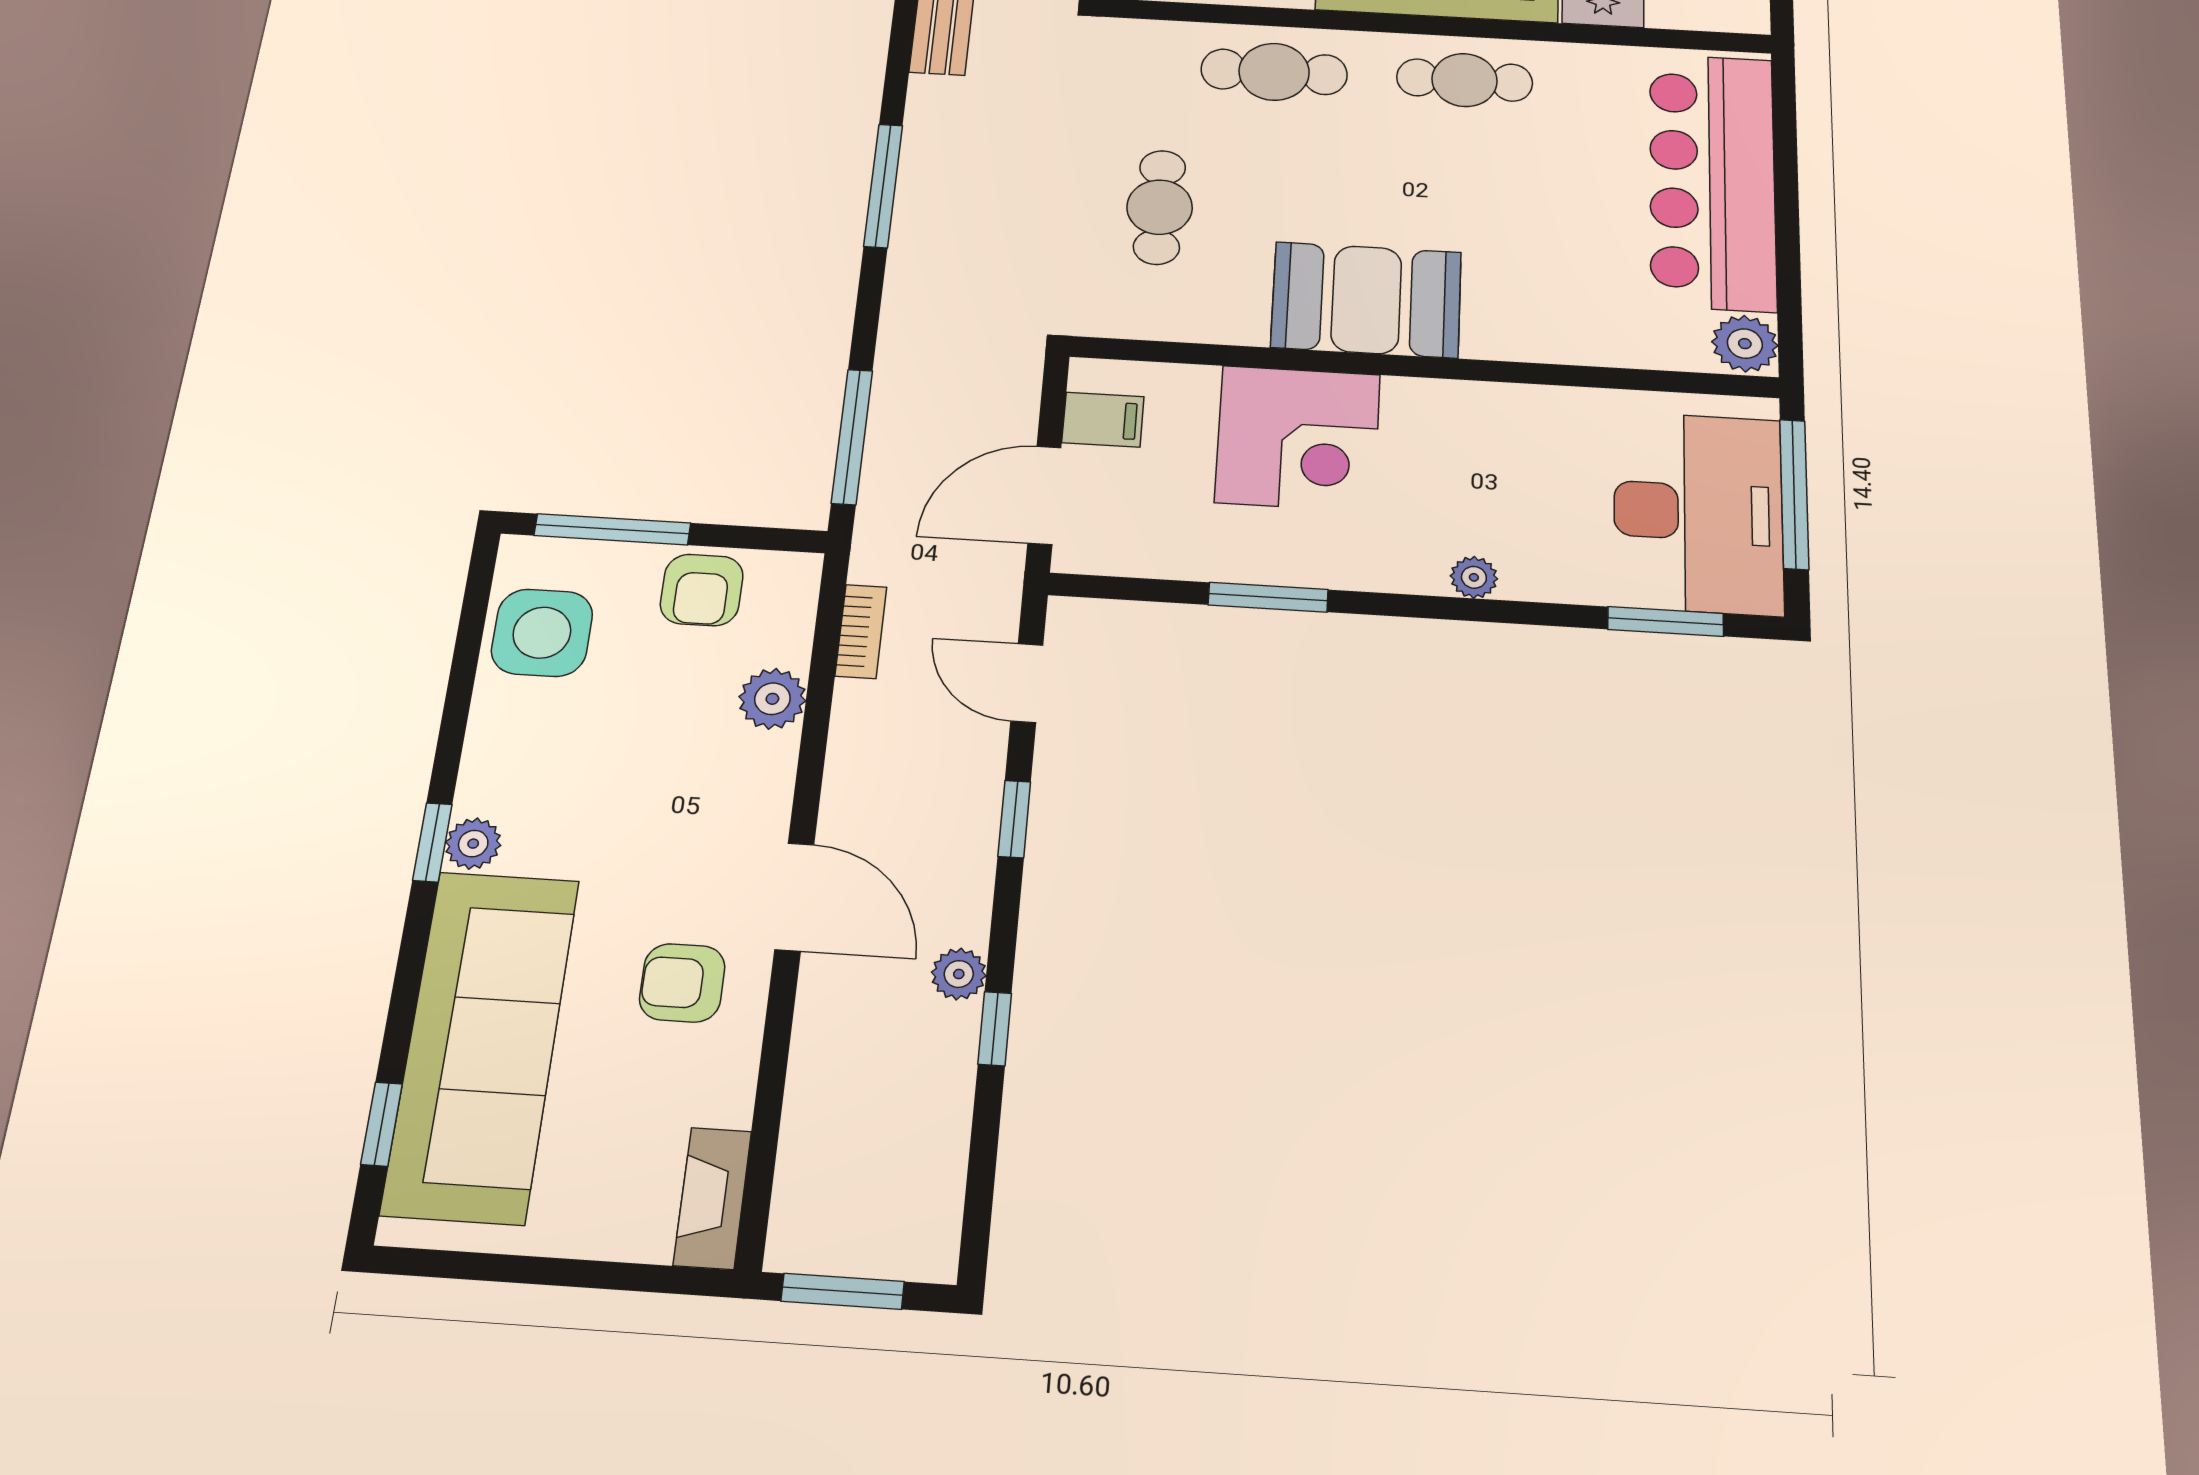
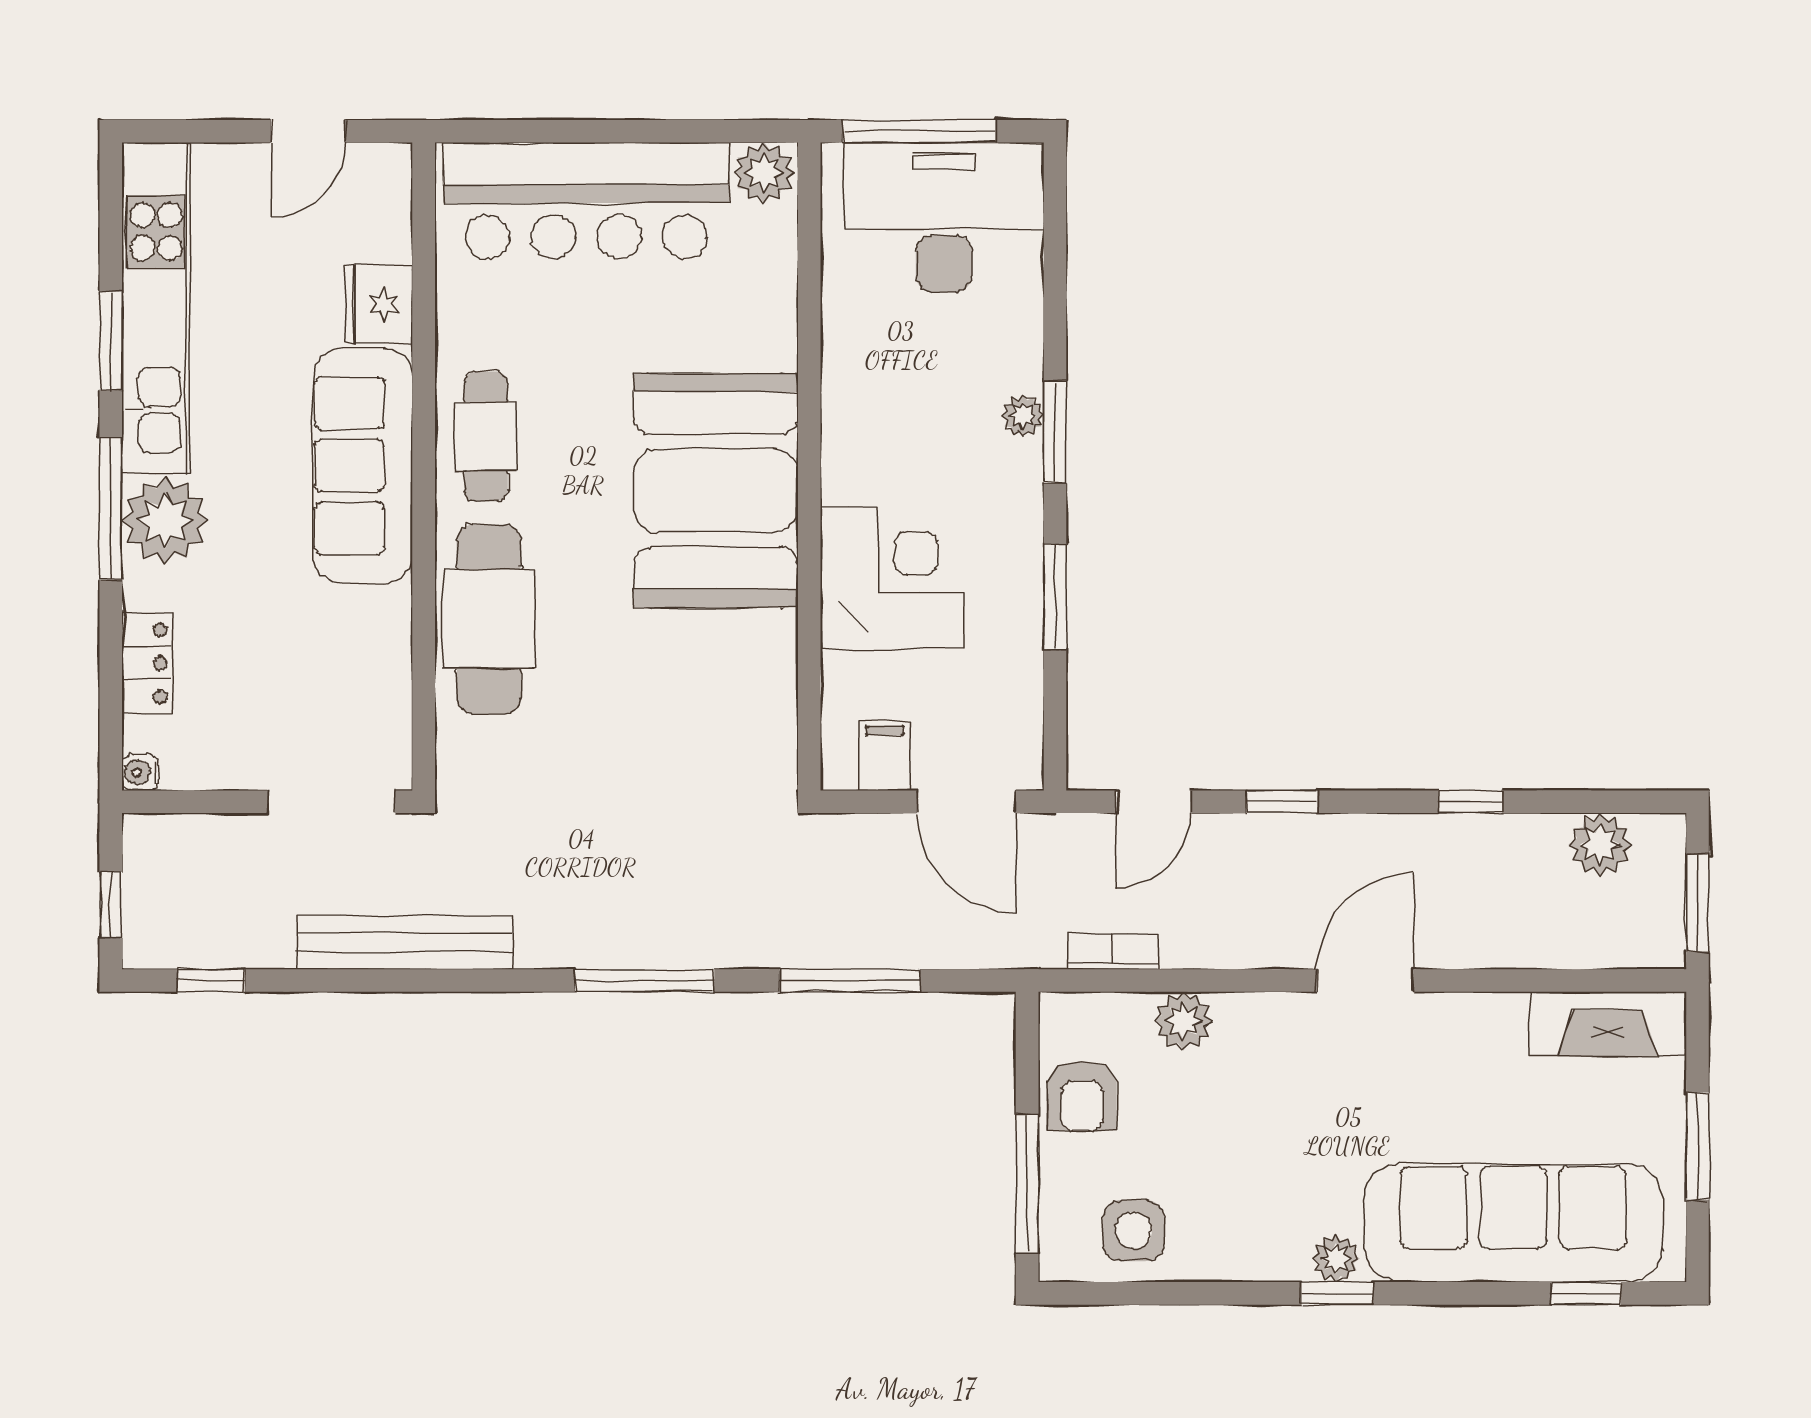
cafe table: (1274, 72) -> (489, 619), width x1.37, depth x1.35
cafe table: (1160, 207) -> (651, 719), removed
booth: (1366, 300) -> (716, 490), width x1.36, depth x1.42
window: (852, 437) -> (850, 980), moved
armchair: (702, 590) -> (1082, 1096), turned 90
window: (1666, 621) -> (1055, 432), moved
side table: (542, 633) -> (1133, 1231), width x0.73, depth x0.73
plant: (959, 974) -> (1600, 844), moved, width x1.38, depth x1.38
armchair: (682, 983) -> (1448, 1065), removed
fireplace: (712, 1198) -> (1608, 1024), width x1.37, depth x1.32
window: (540, 1271) -> (1698, 1146), added

